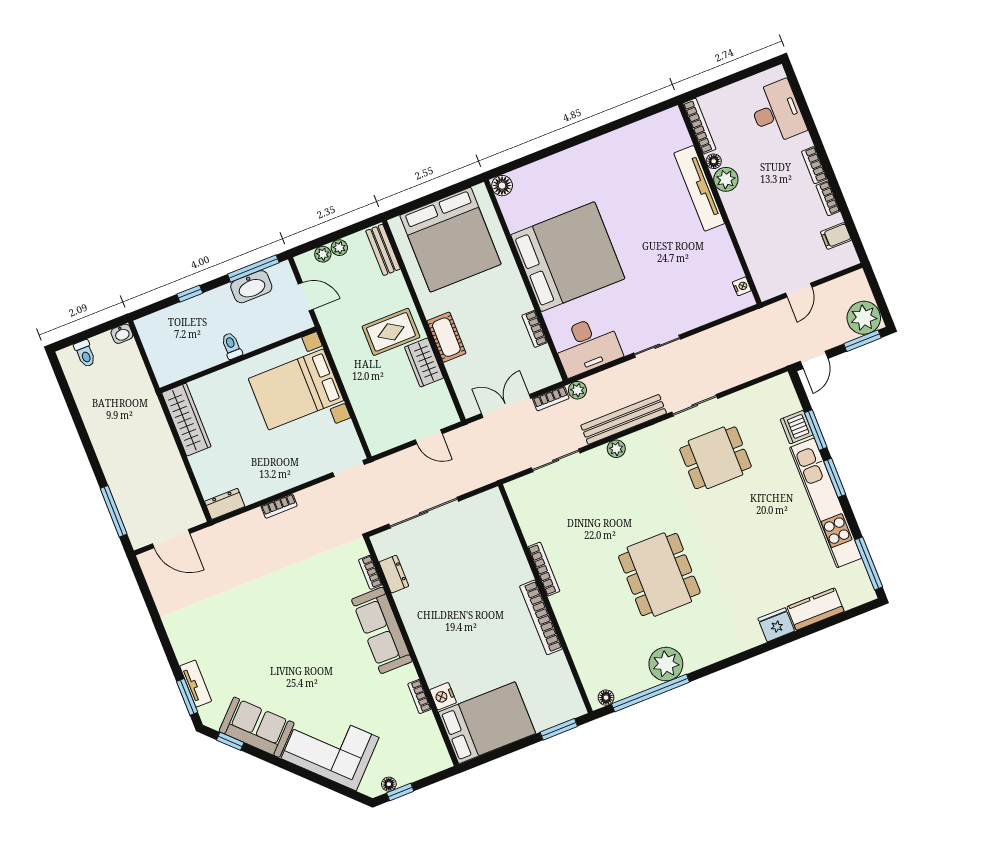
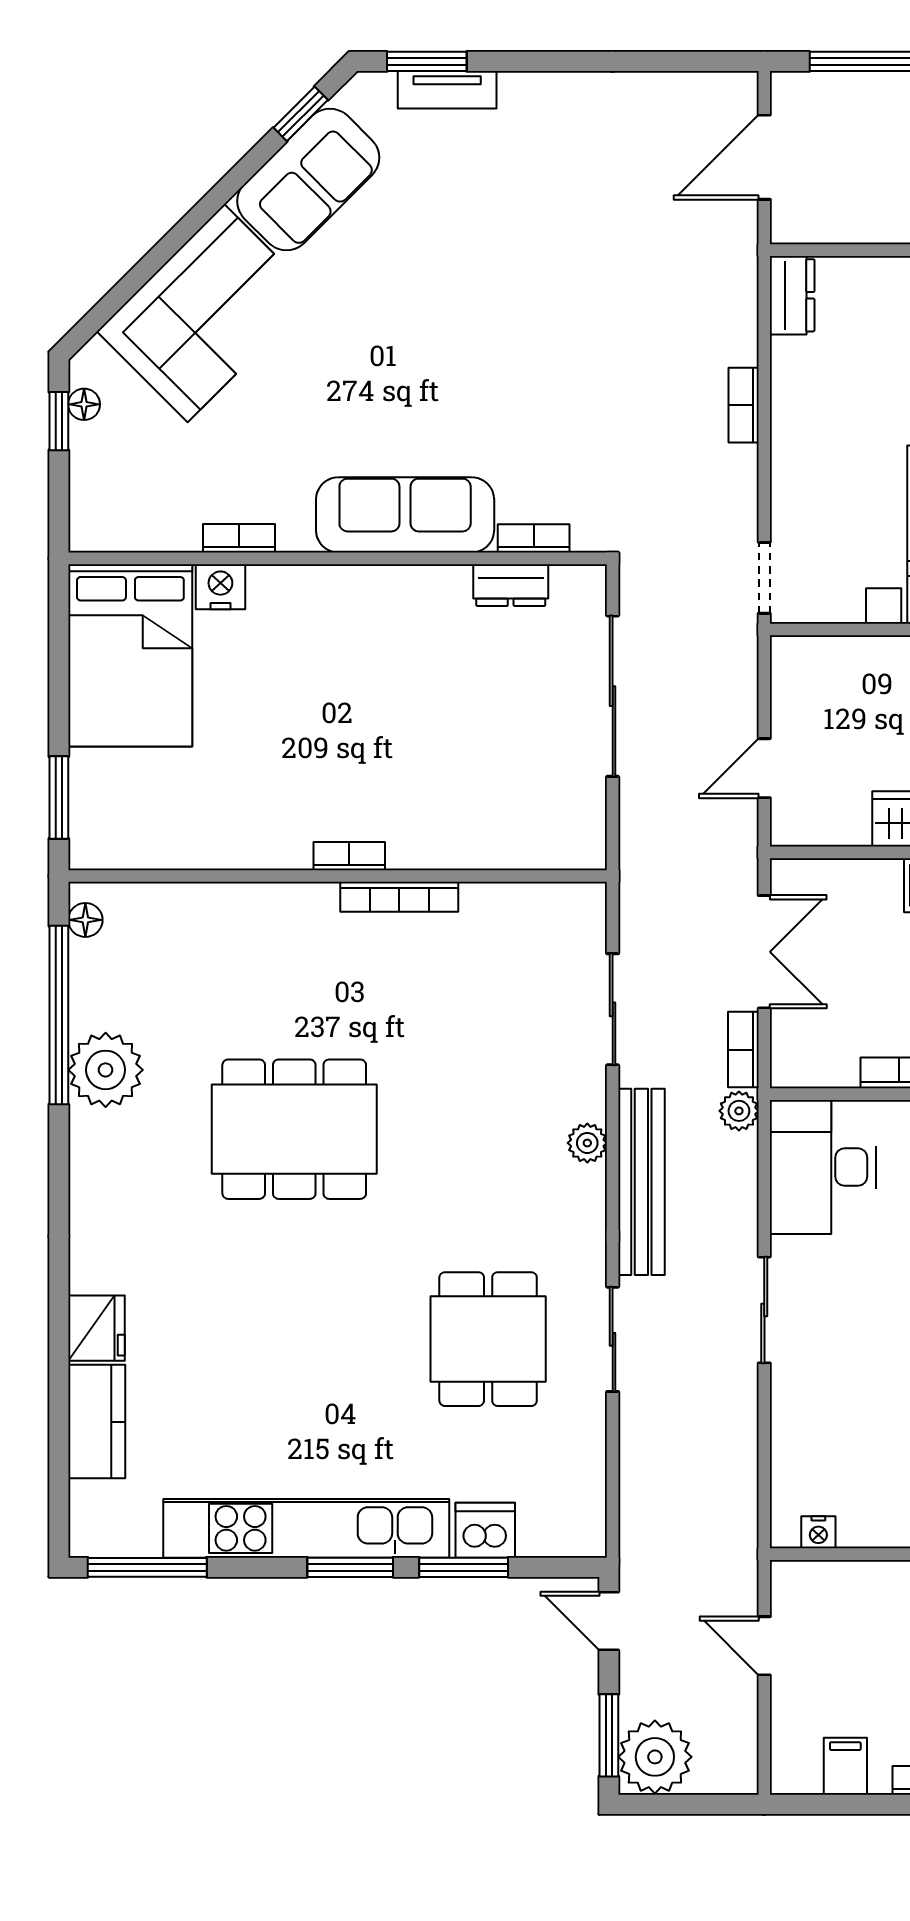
bookcase: (541, 617) -> (349, 856), width x0.43, depth x0.76

